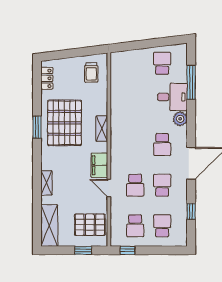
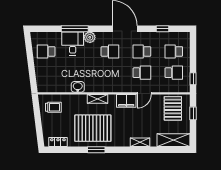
window: (191, 82) -> (75, 29), moved
washbasin: (117, 104) -> (78, 87), added

